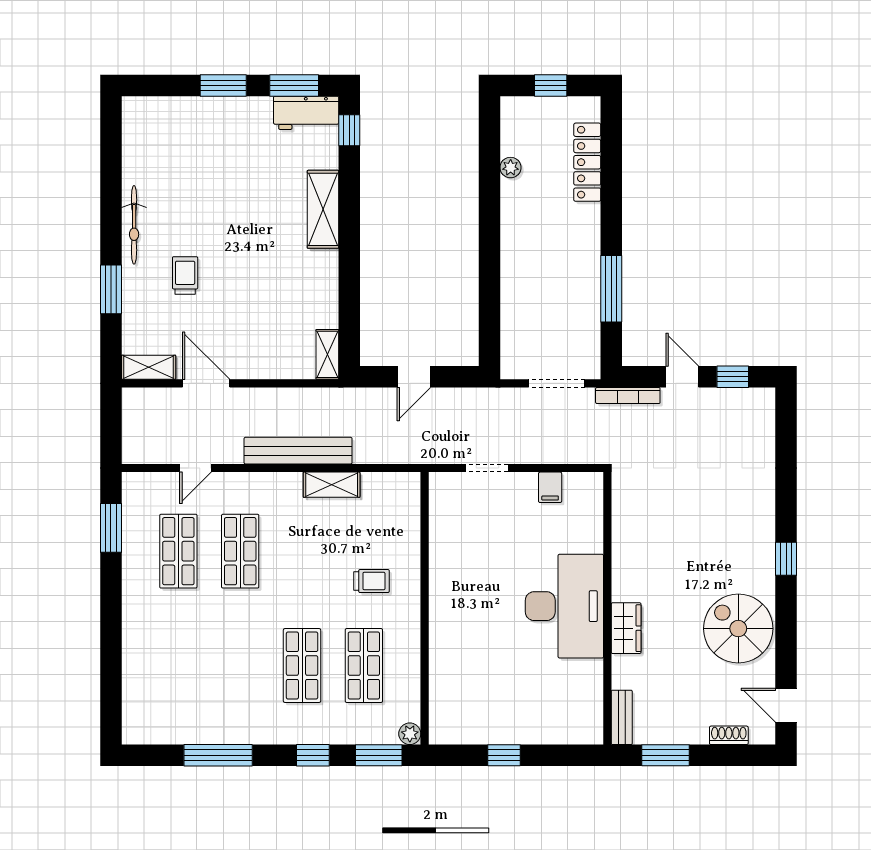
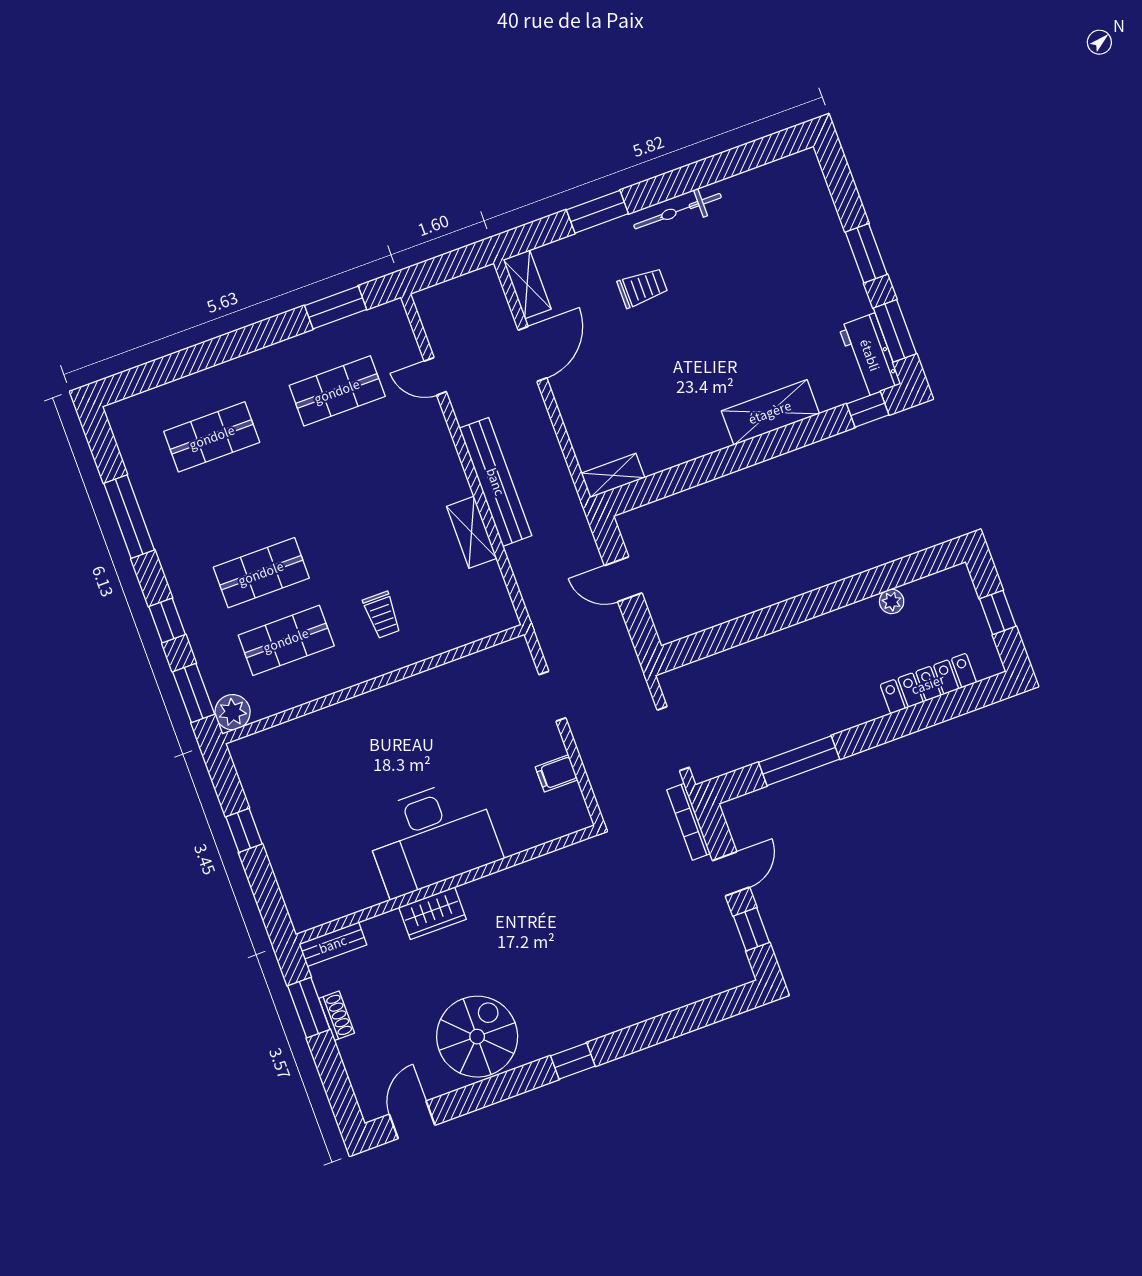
shop shelf: (240, 551) -> (212, 437), moved
plant: (410, 734) -> (233, 712), width x1.38, depth x1.38
shoe rack: (729, 735) -> (337, 1016), moved

